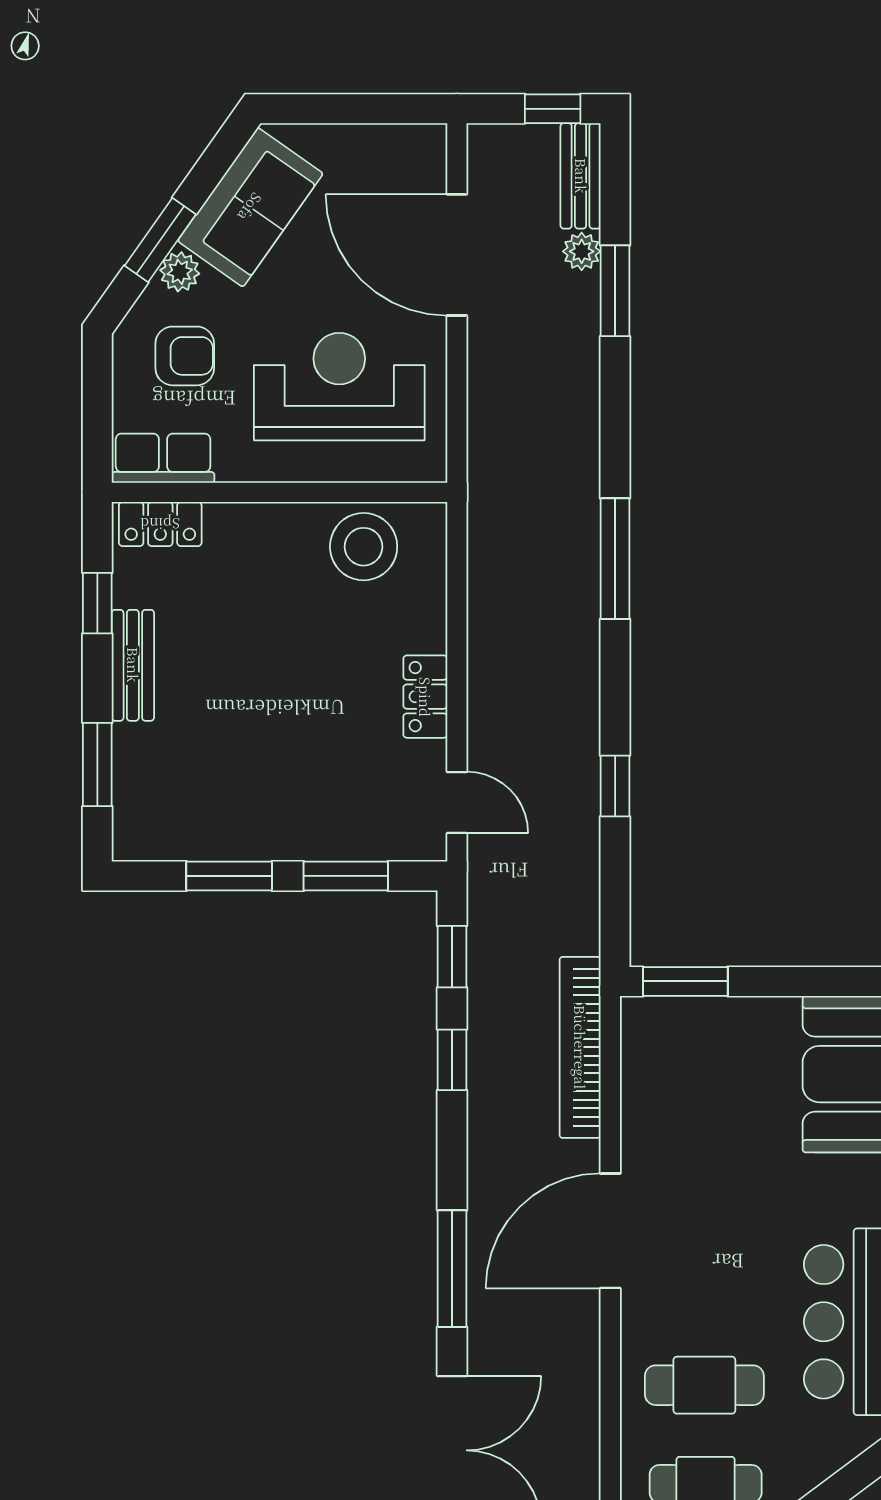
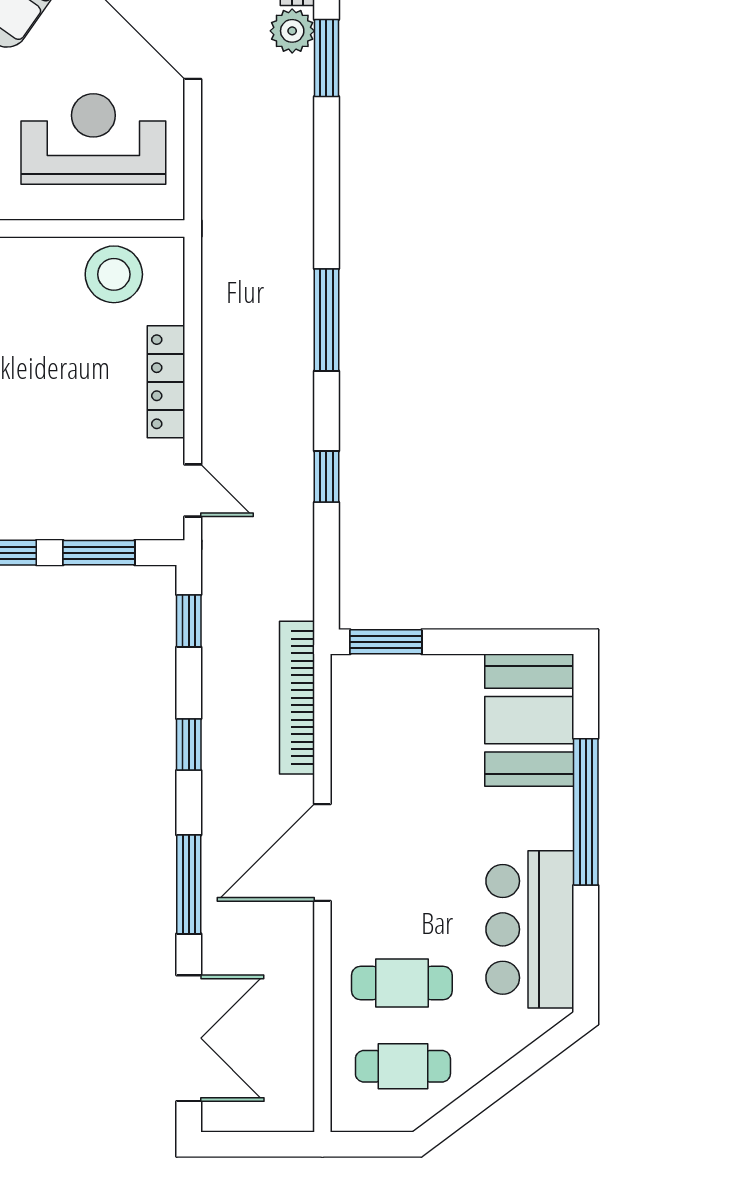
plant: (582, 251) -> (292, 31), width x1.38, depth x1.38
window: (615, 559) -> (326, 320), moved
locker: (425, 697) -> (166, 382), width x1.53
window: (452, 1060) -> (189, 745), moved

